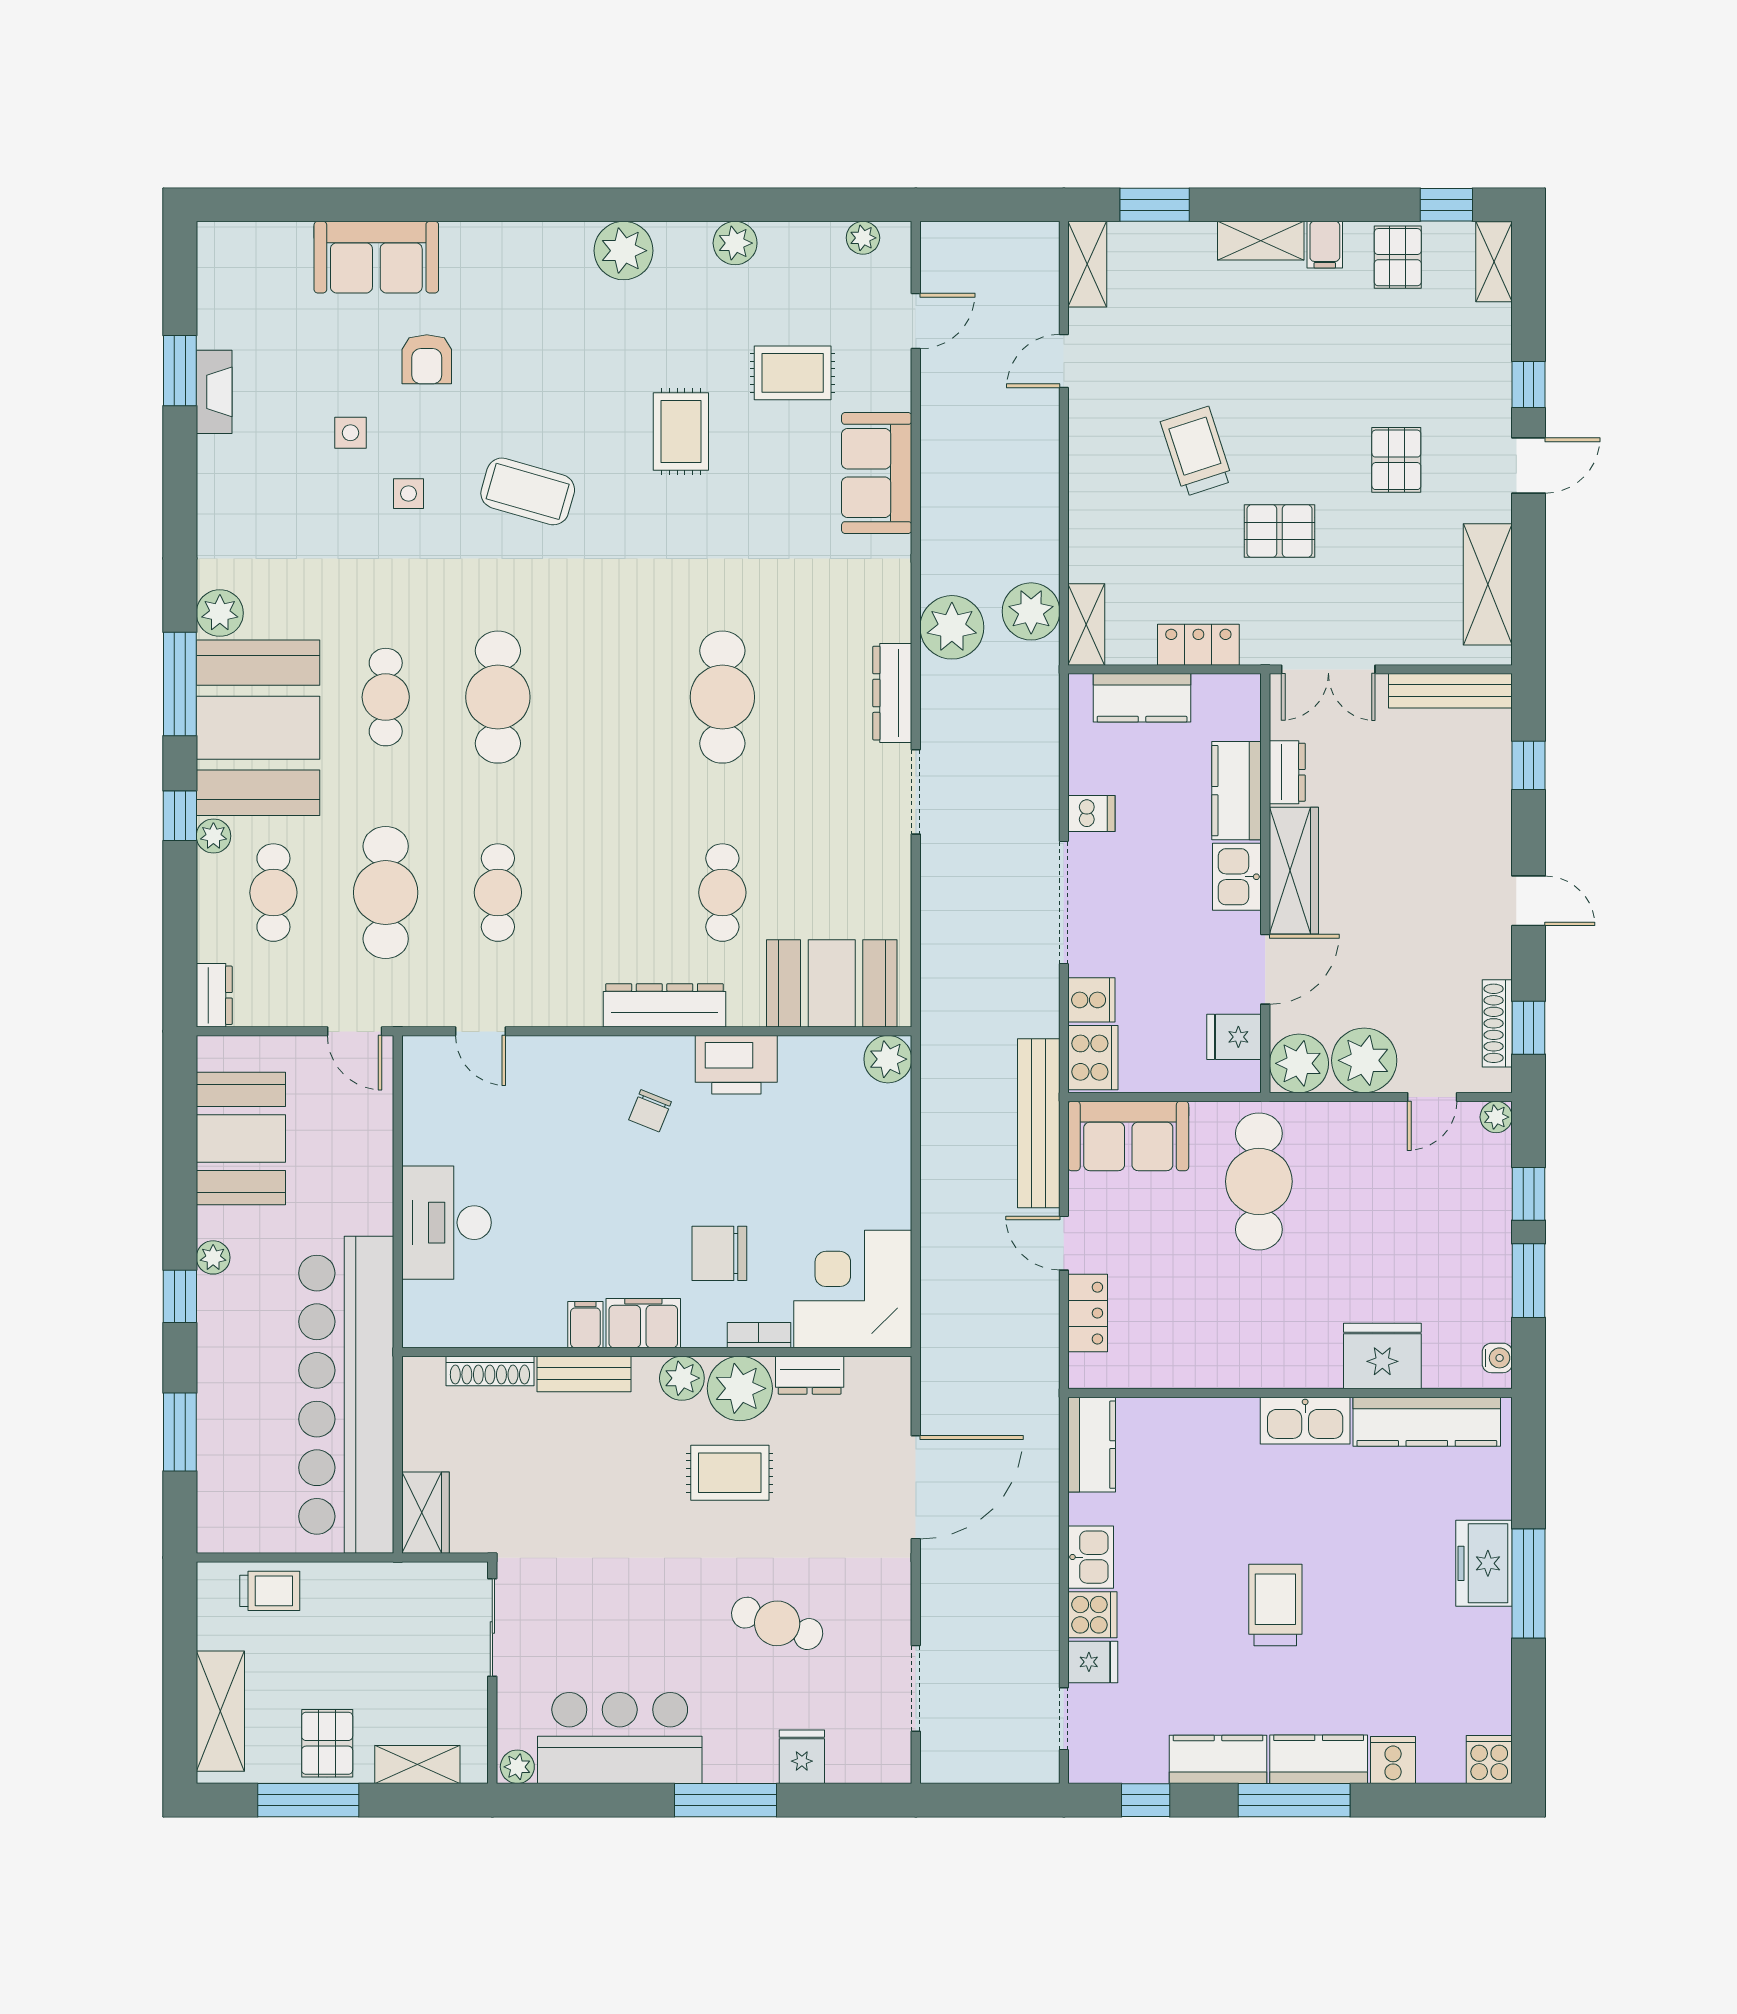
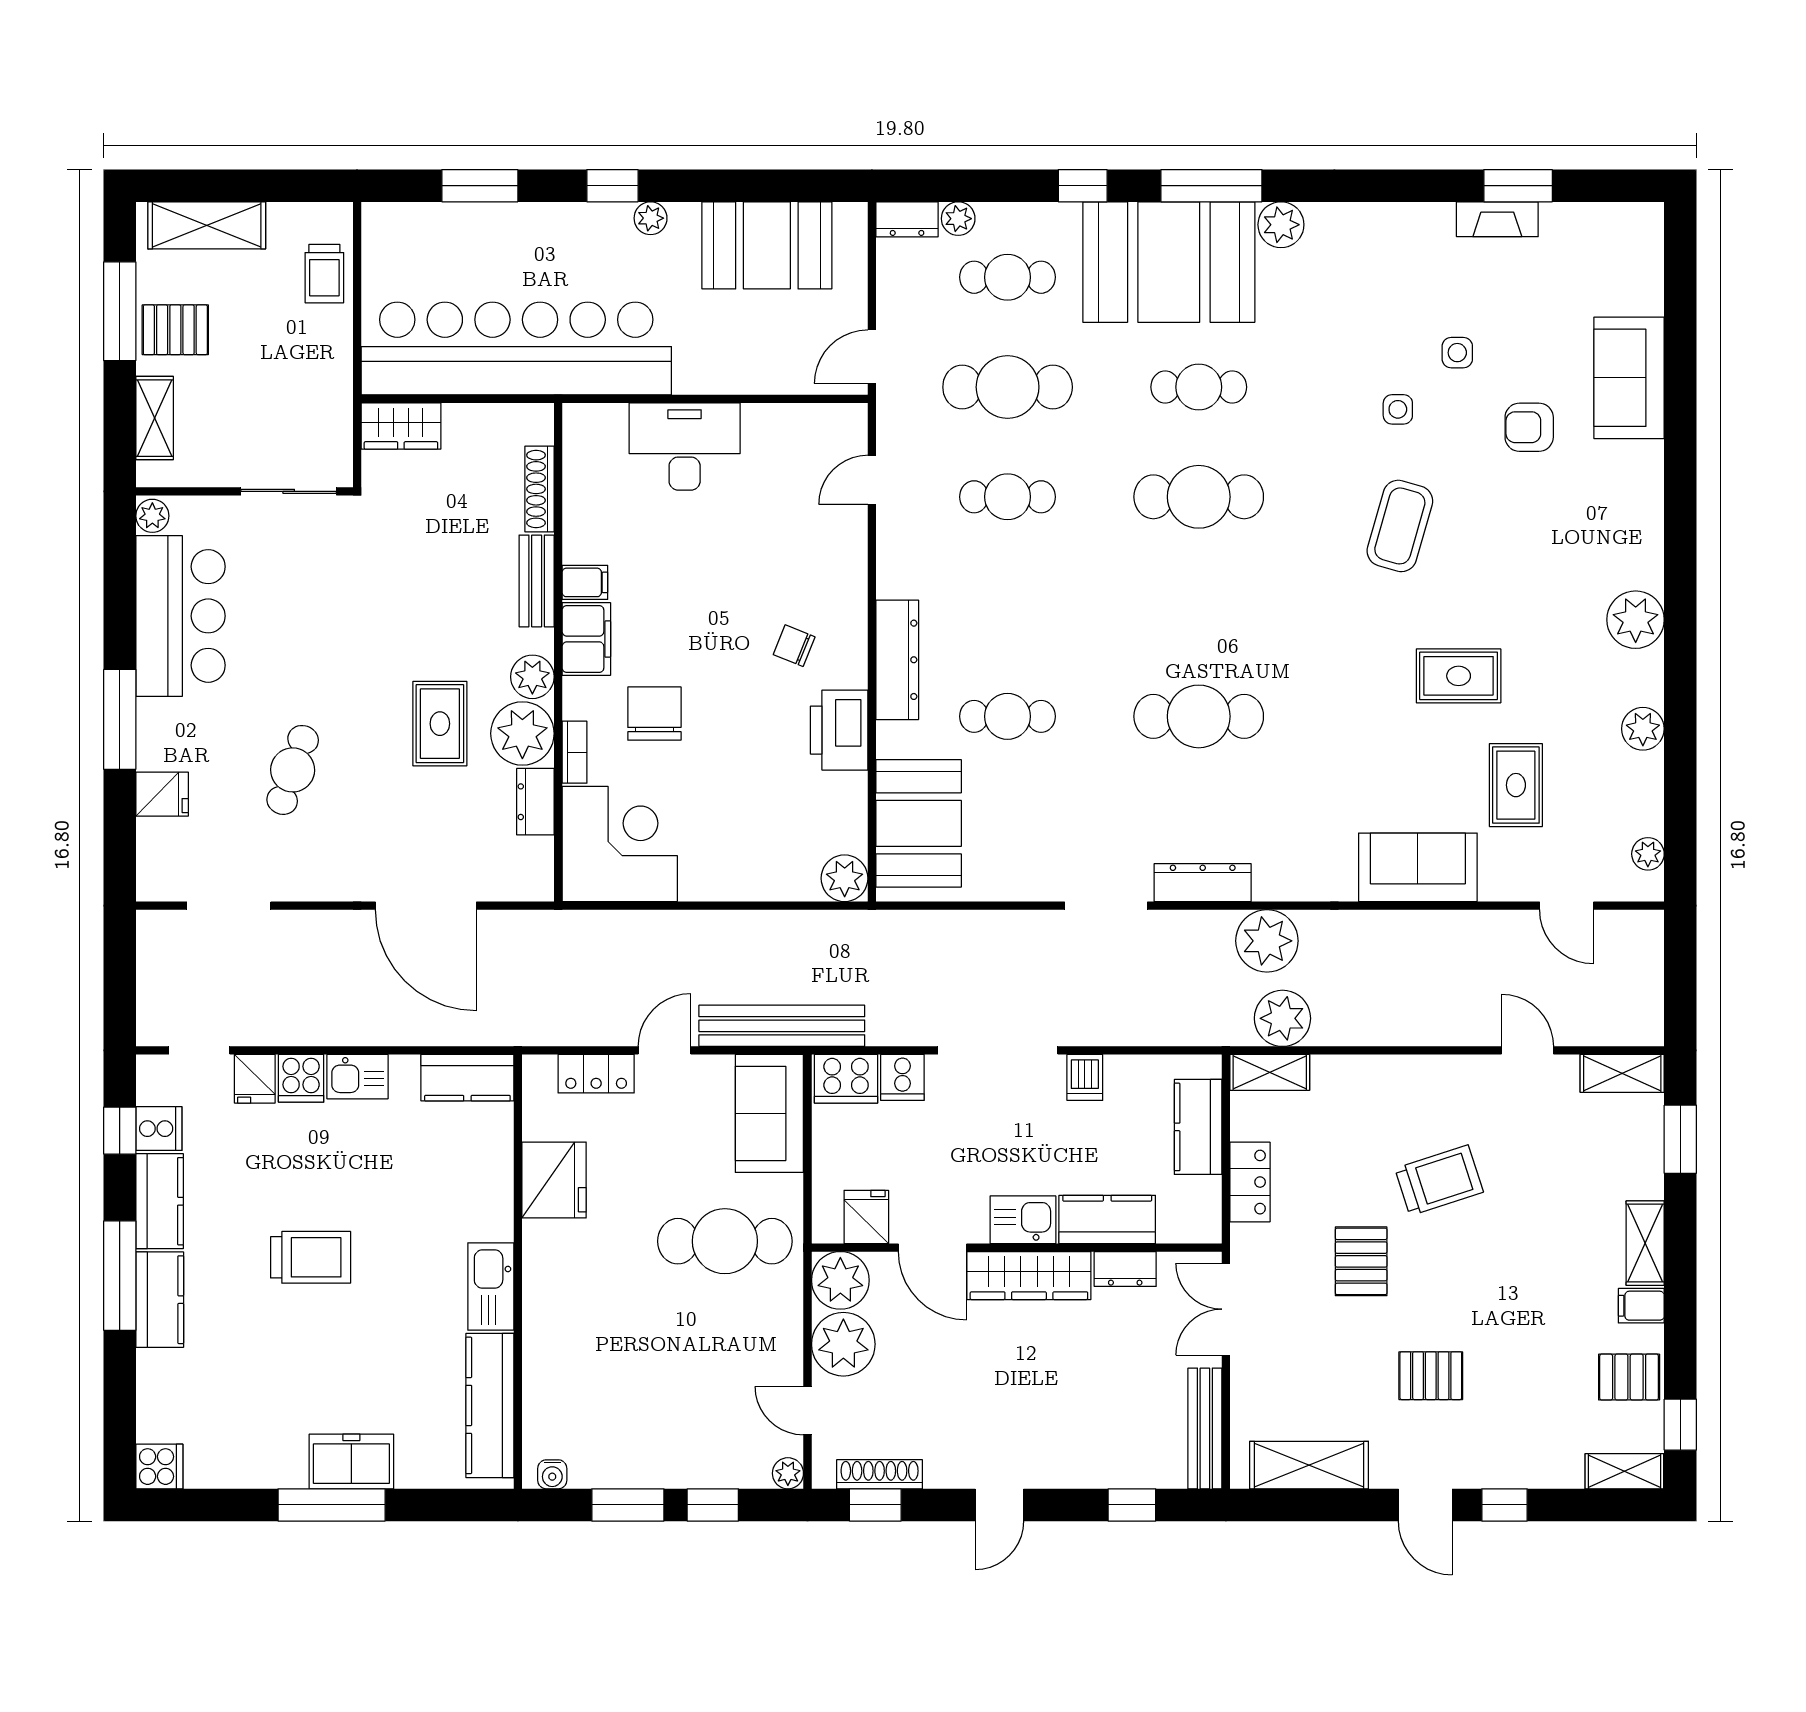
plant: (213, 836) -> (958, 219), moved
fridge: (1382, 1356) -> (554, 1180), moved
cooker: (1393, 1760) -> (159, 1129), moved

